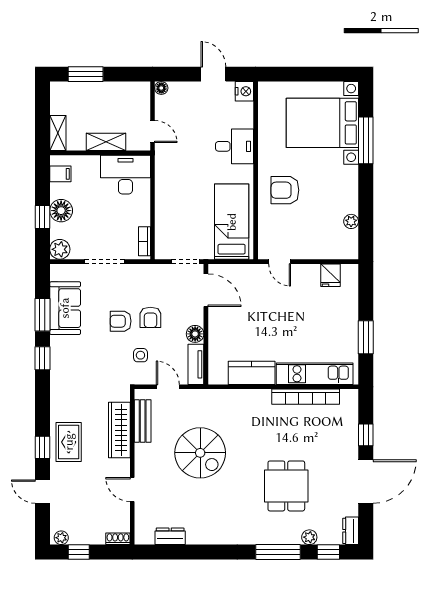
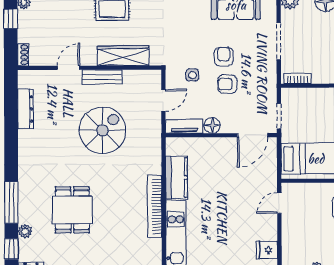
bookcase: (306, 397) -> (155, 206), moved
bench: (143, 421) -> (102, 77), moved
spiral stairs: (200, 453) -> (103, 130), turned 180
dining table: (286, 486) -> (72, 210), turned 90
dresser: (170, 536) -> (25, 109), width x1.44

